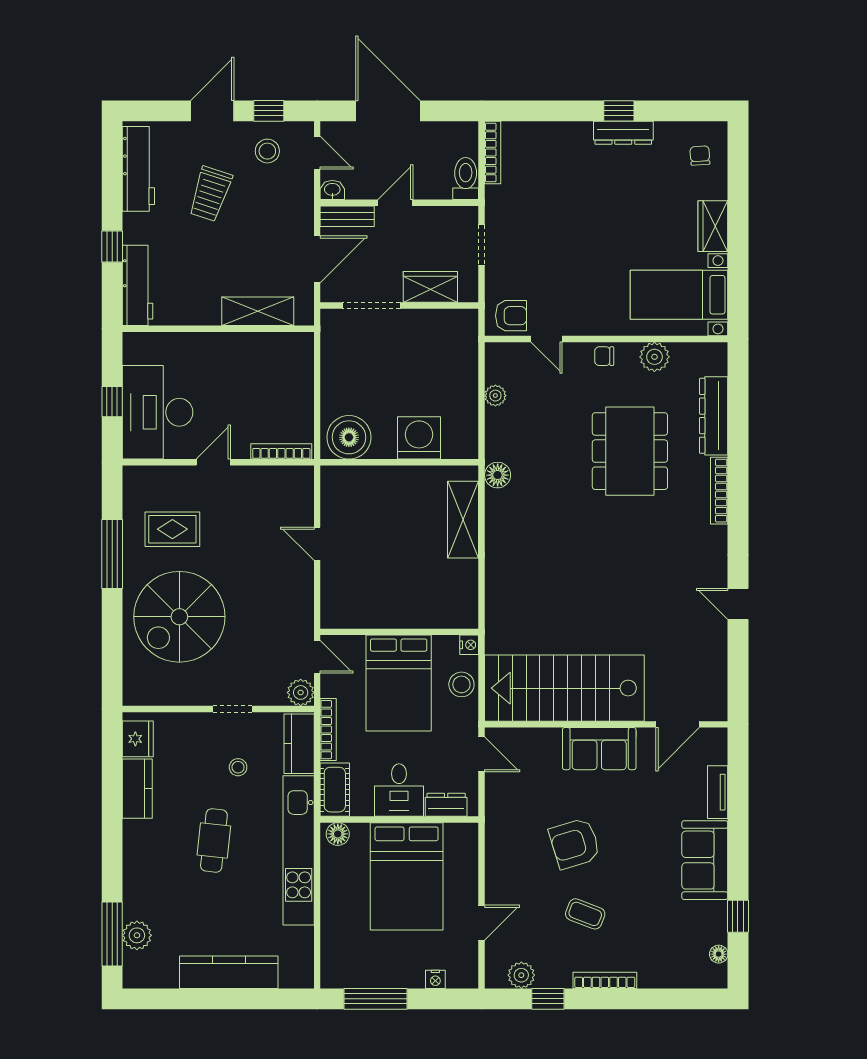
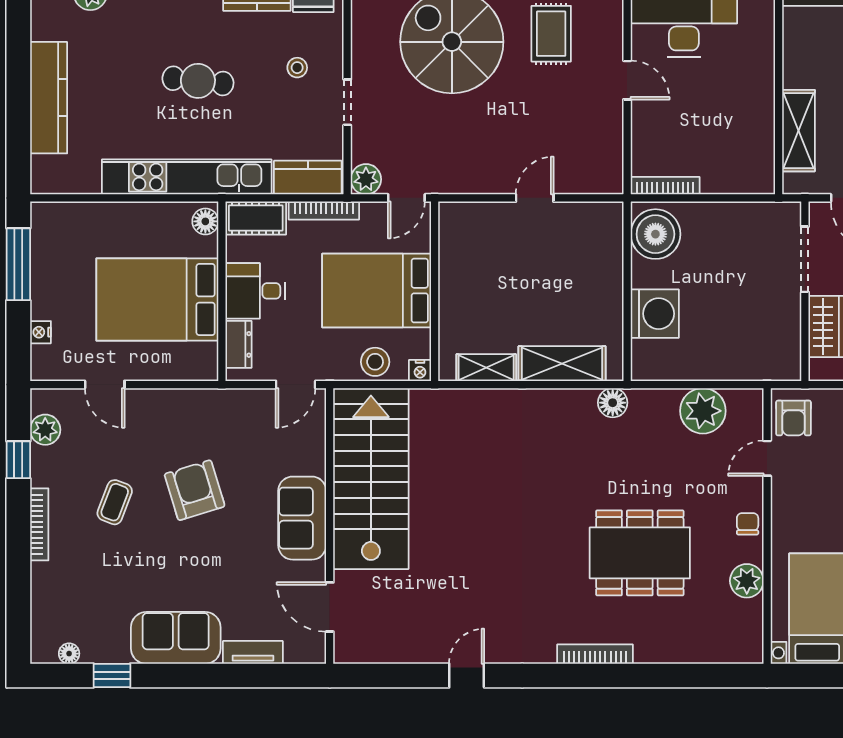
plant: (495, 396) -> (703, 411), width x1.88, depth x1.88
dresser: (714, 416) -> (680, 648), removed
bookcase: (281, 451) -> (665, 186), moved, turned -90
shelving: (467, 586) -> (486, 368), added
stool: (238, 767) -> (297, 68), moved

